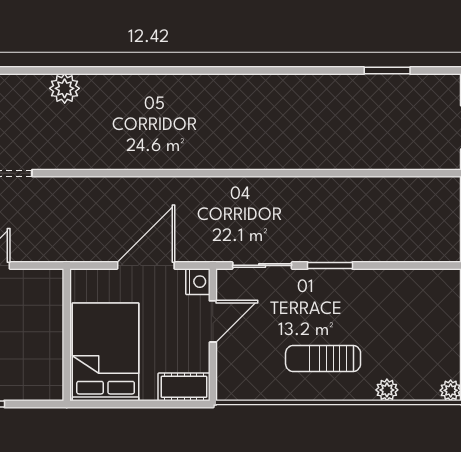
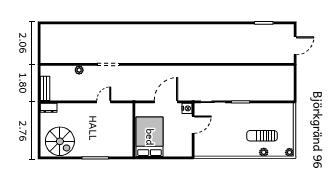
plant: (65, 88) -> (133, 30), removed
sun lounger: (323, 359) -> (262, 136), moved
cot: (184, 387) -> (181, 151), removed

